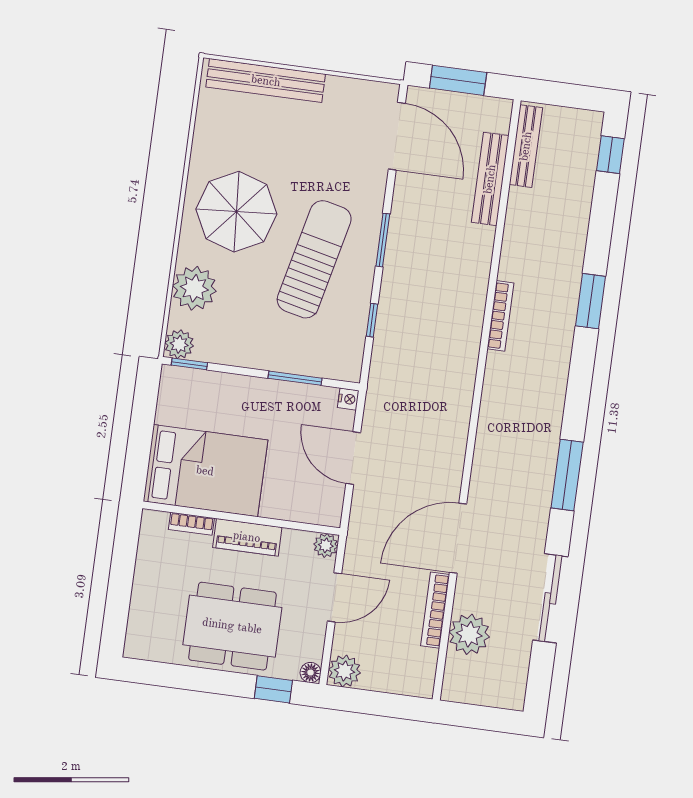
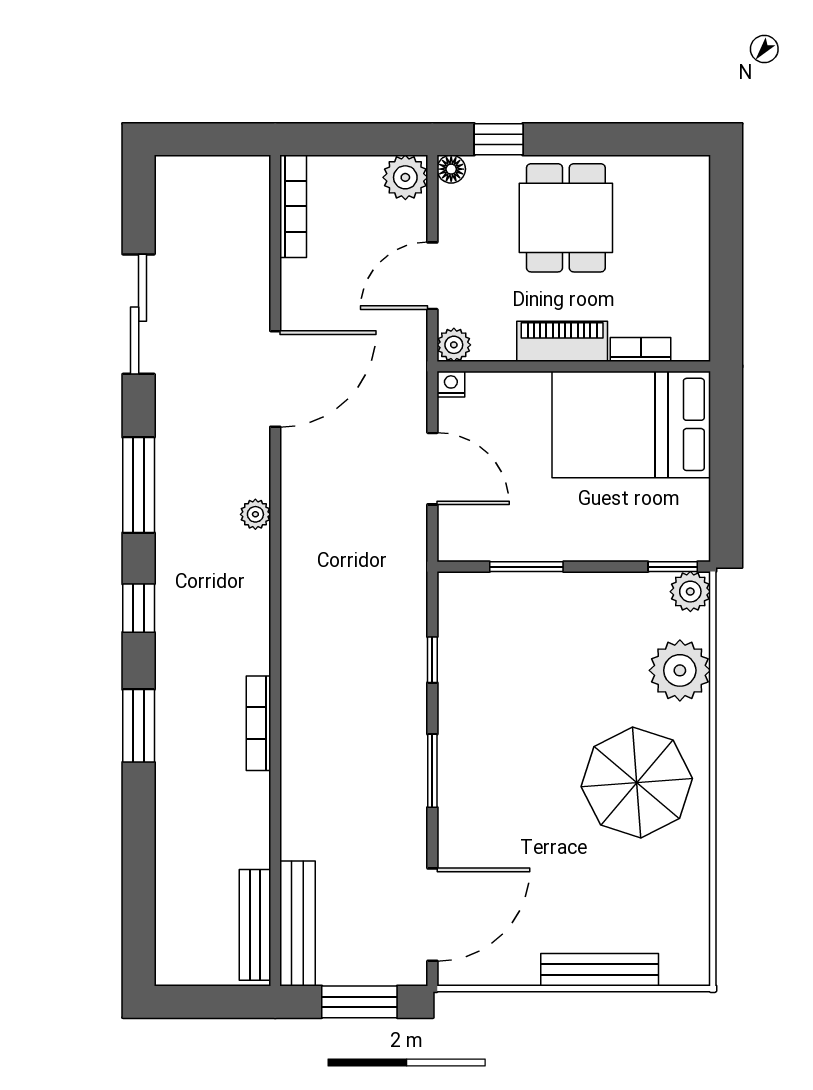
bench: (266, 81) -> (600, 970), width x0.73, depth x0.82
door: (397, 136) -> (432, 915), swing flipped
window: (610, 155) -> (139, 608), moved
bench: (490, 179) -> (297, 924), moved
sun lounger: (314, 259) -> (522, 732), removed
bookcase: (500, 316) -> (258, 723), moved
nightstand: (348, 399) -> (451, 384), moved, turned 90
bookcase: (435, 610) -> (293, 206), moved
dining table: (232, 626) -> (566, 218), width x0.73
plant: (469, 634) -> (255, 514), moved, width x0.53, depth x0.53

